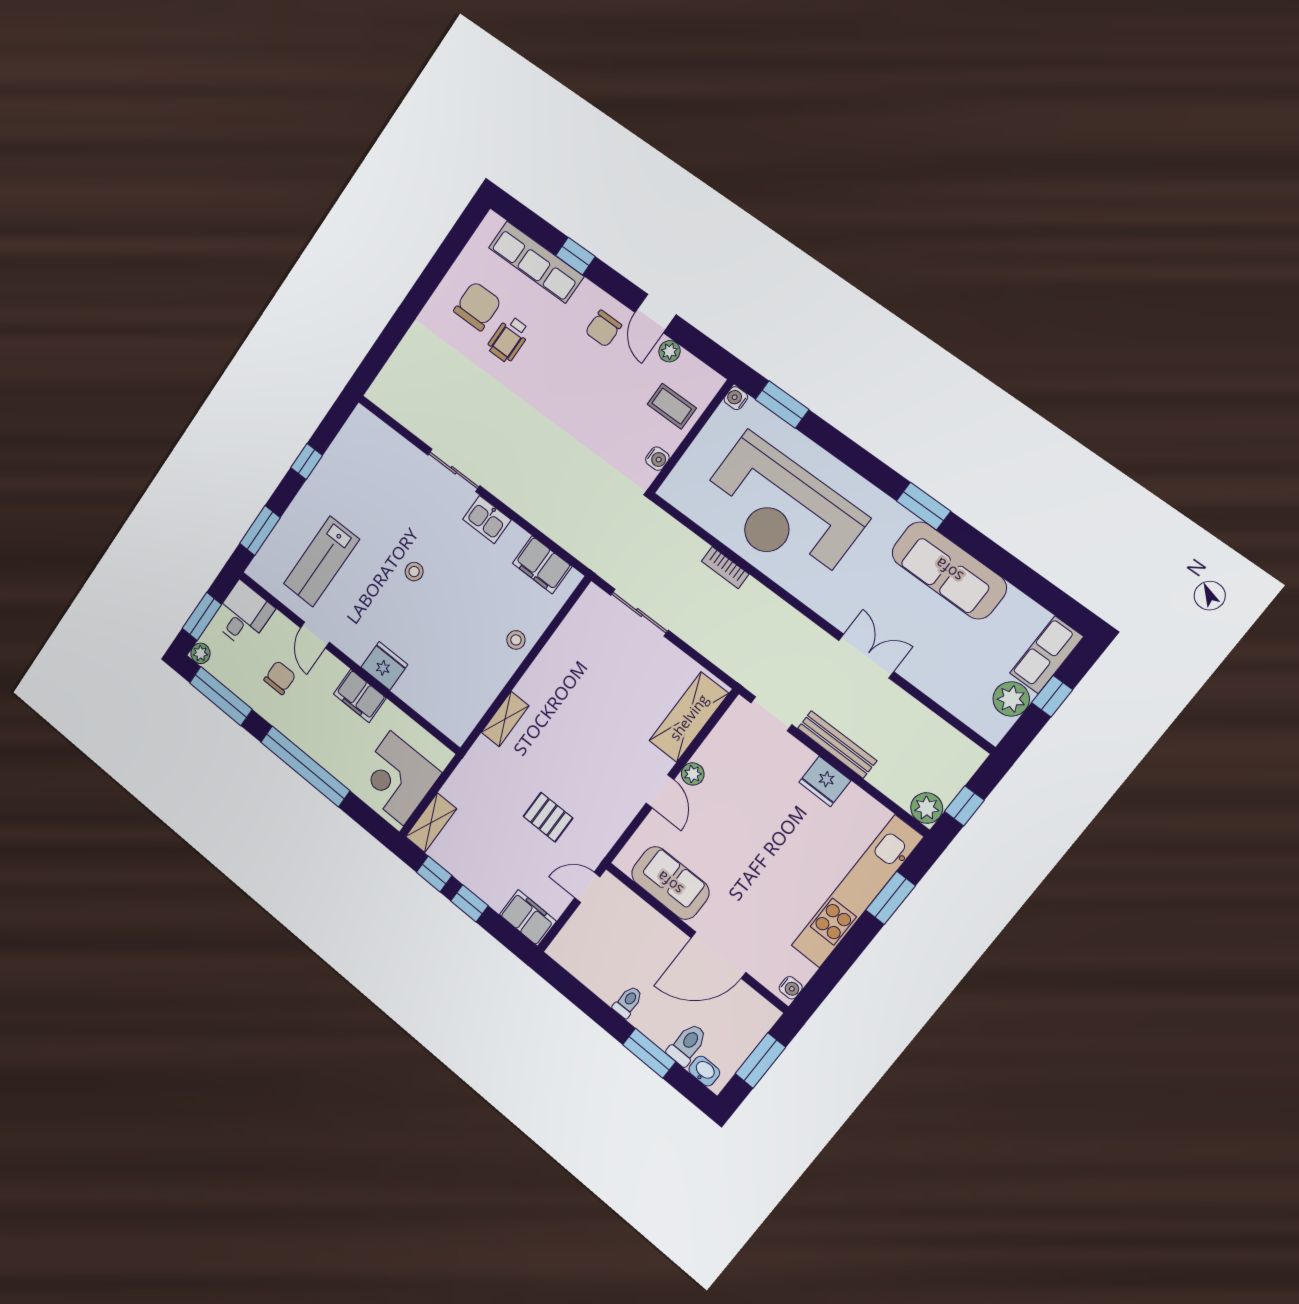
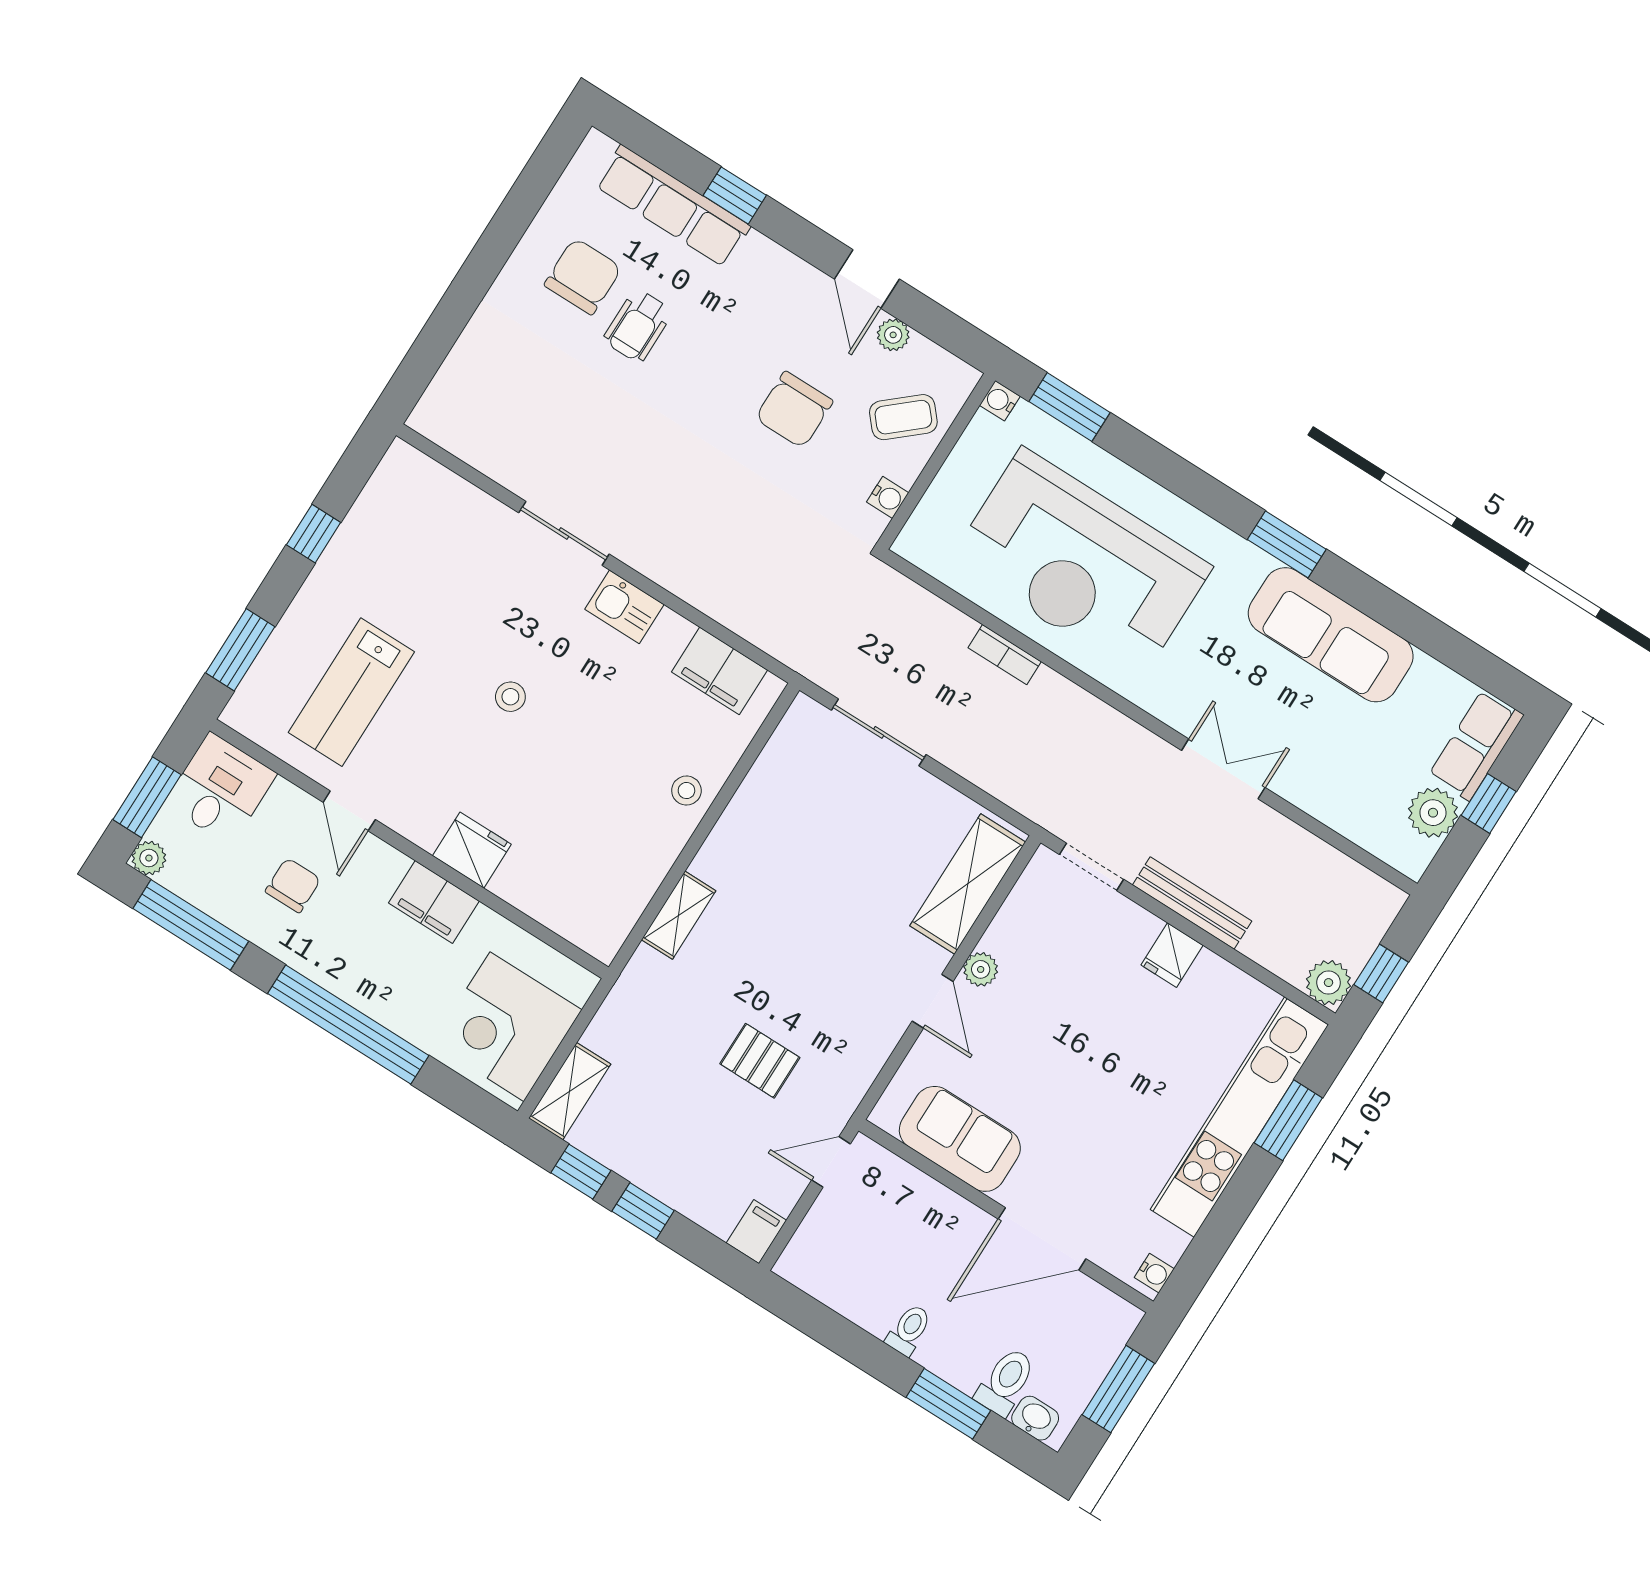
chair: (603, 329) -> (794, 410), moved, width x1.37, depth x1.37
coffee table: (672, 406) -> (903, 417), turned -41
fridge: (825, 781) -> (1172, 955), width x0.72
filing cabinet: (528, 918) -> (756, 1232), width x0.50

